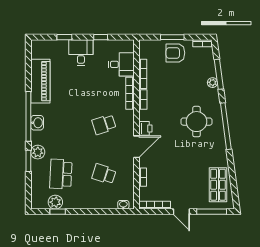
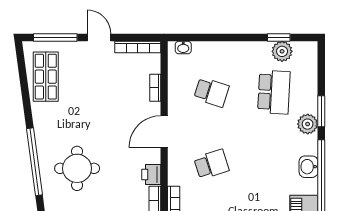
printer: (145, 128) -> (151, 175), moved

